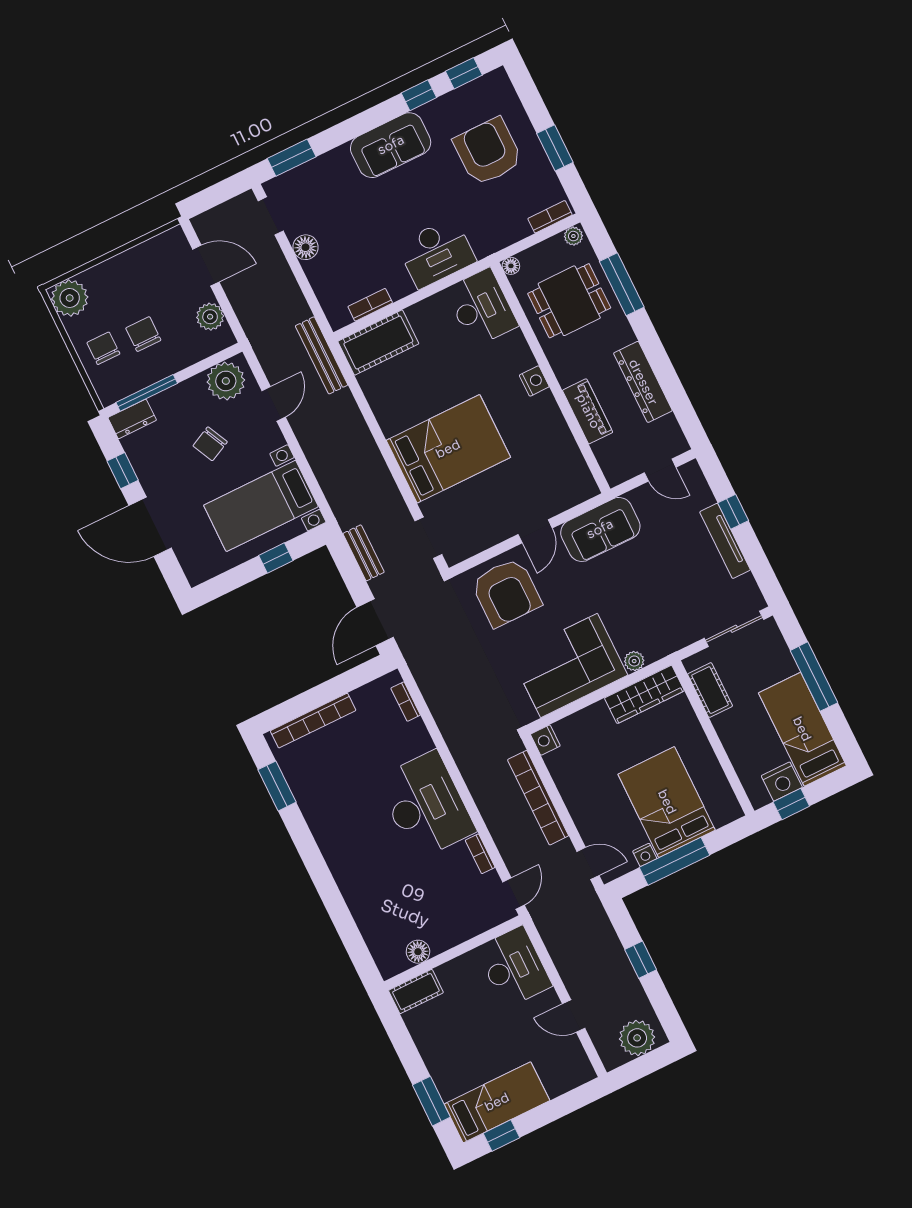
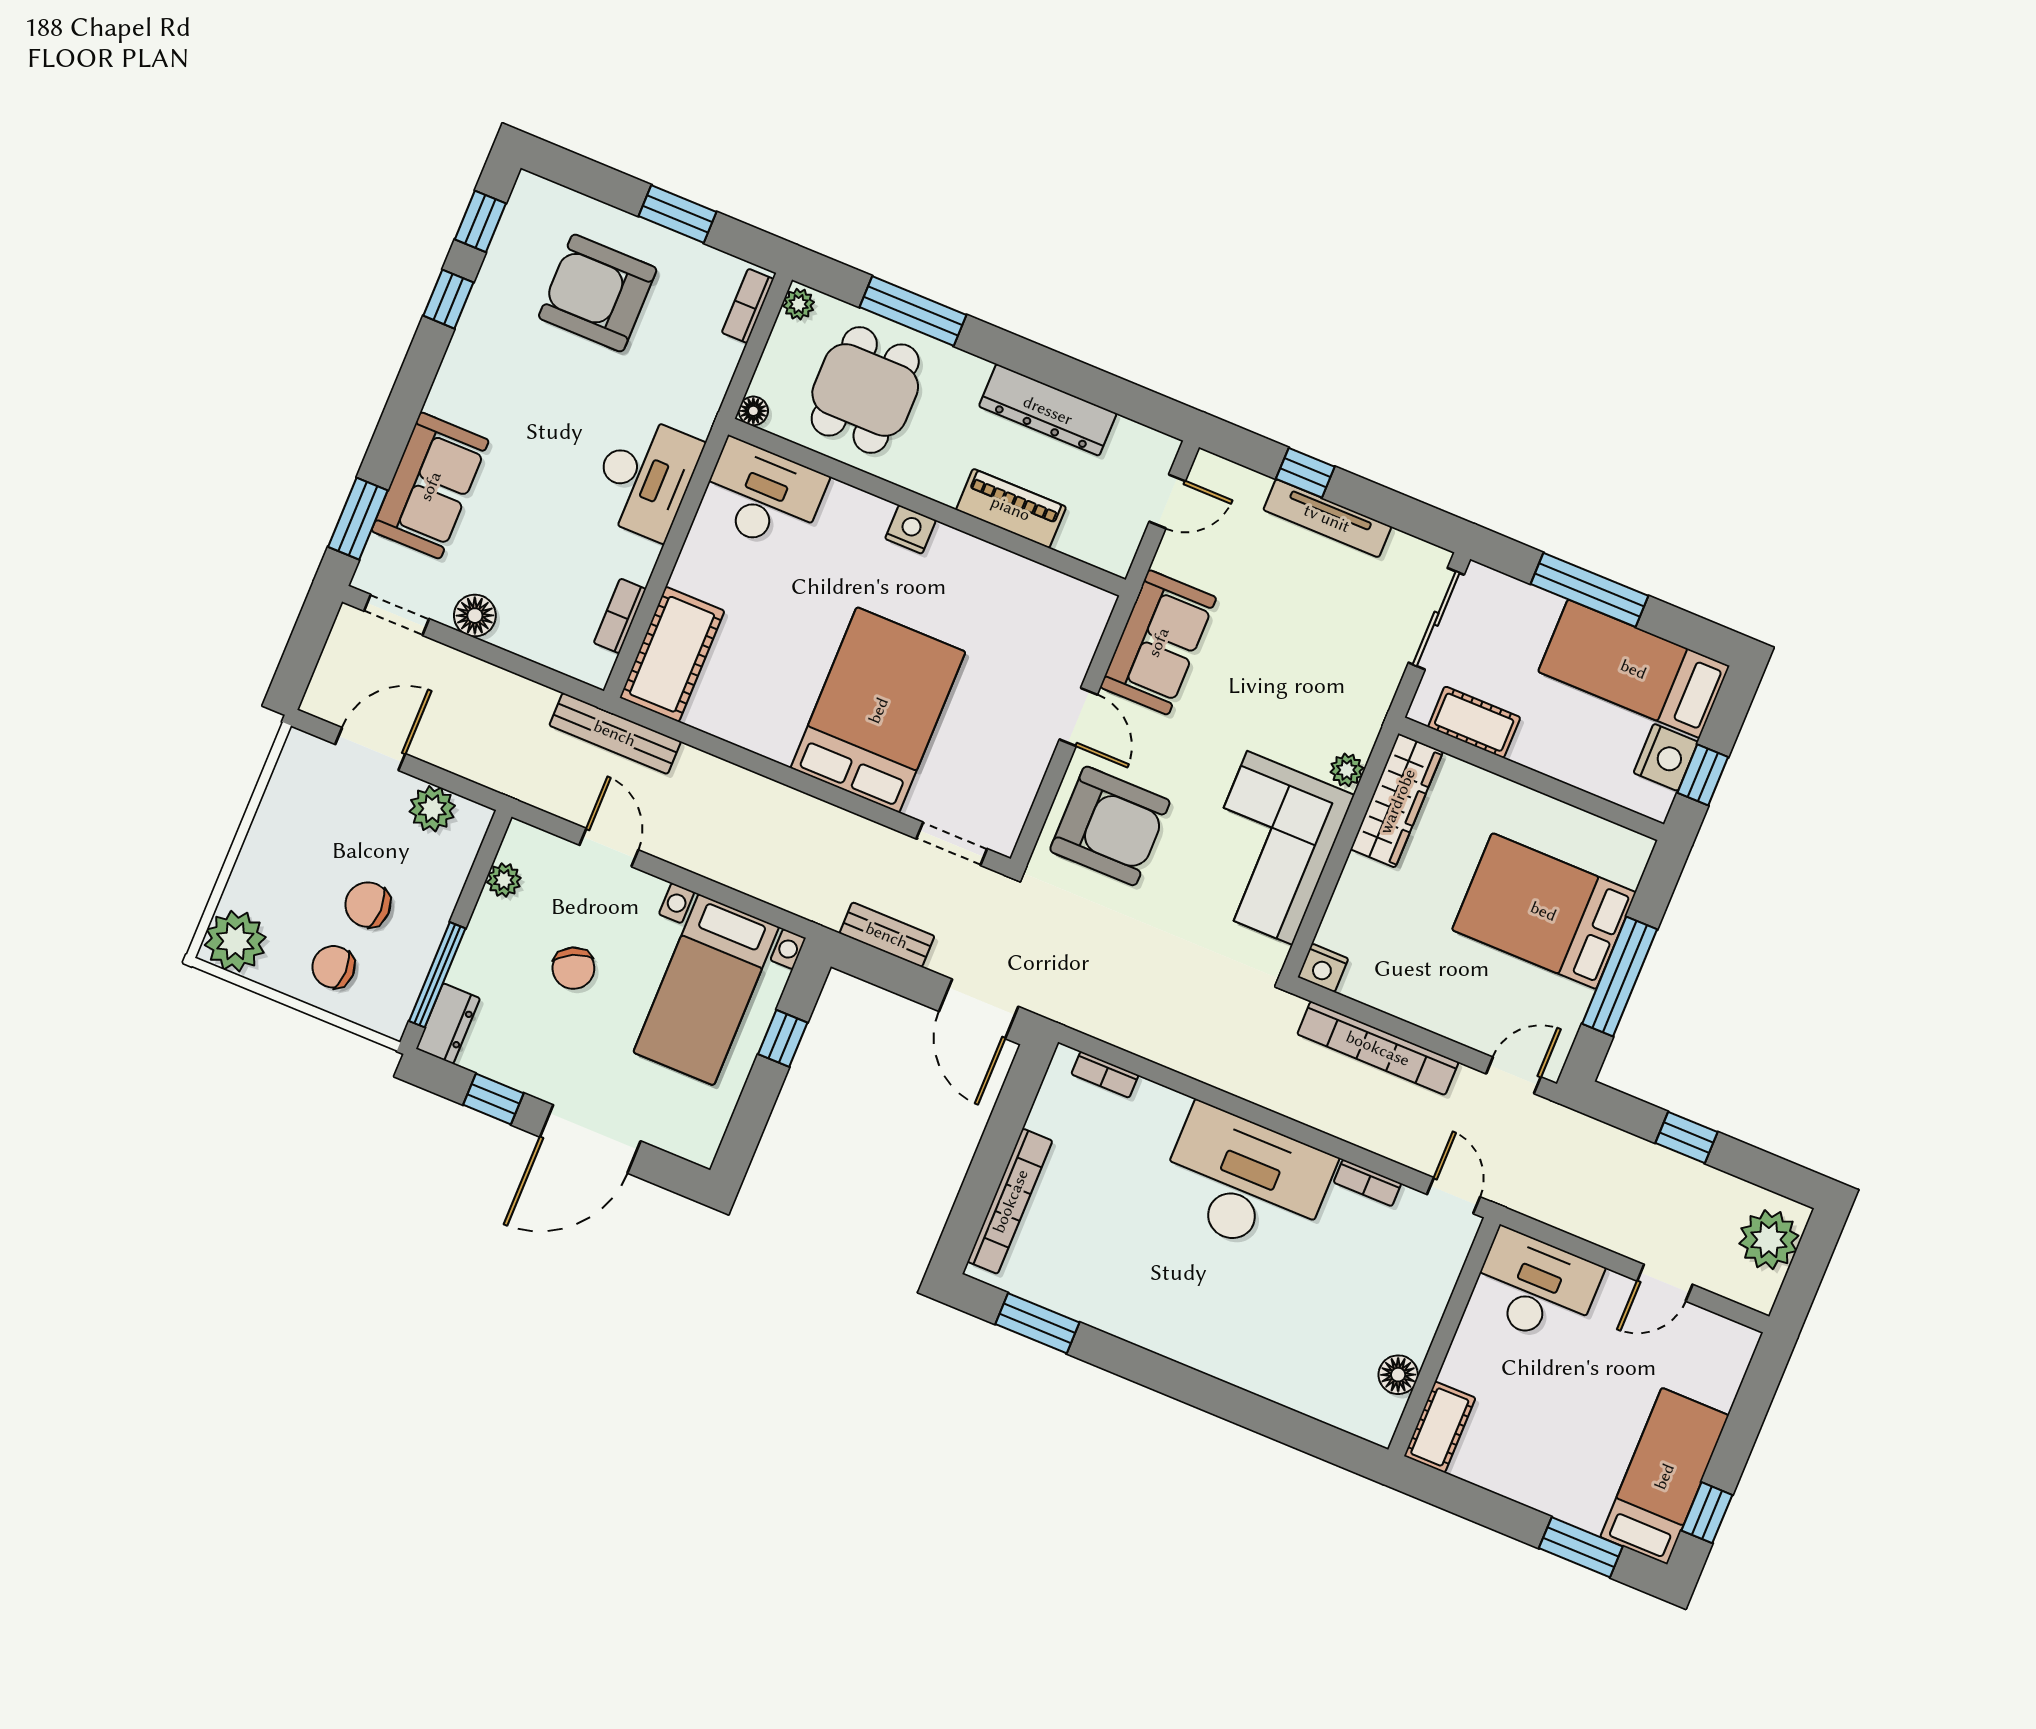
sofa: (391, 145) -> (430, 486), moved
plant: (226, 381) -> (504, 880), width x0.53, depth x0.53
nightstand: (645, 855) -> (1575, 1001), removed

